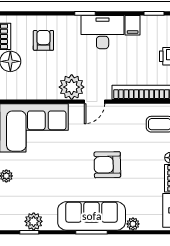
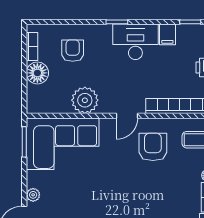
plant: (72, 87) -> (85, 100), moved
armchair: (107, 165) -> (153, 147), moved, turned 91

